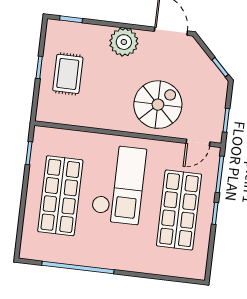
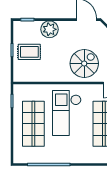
plant: (124, 42) -> (49, 29), moved
rug: (68, 74) -> (29, 52), turned 90
checkout: (119, 184) -> (67, 113), turned 180

